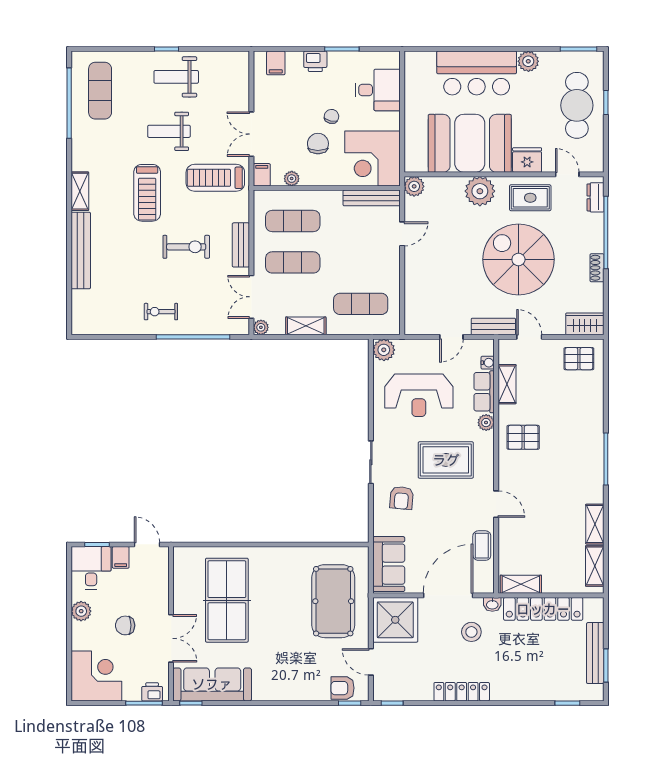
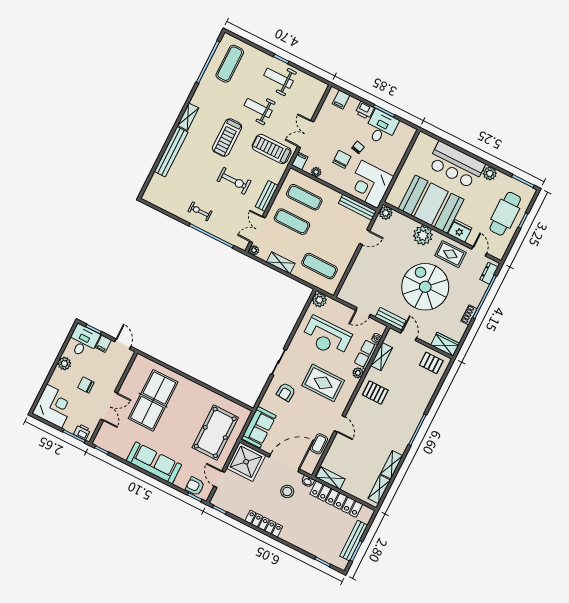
desk: (378, 90) -> (381, 127), moved, turned -90
sofa: (212, 684) -> (154, 463), moved

